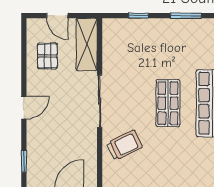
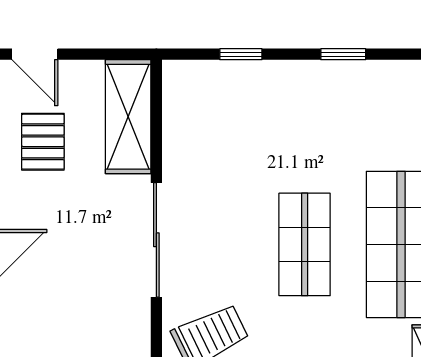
door: (57, 16) -> (35, 54), moved
window: (186, 16) -> (343, 54), width x0.67

